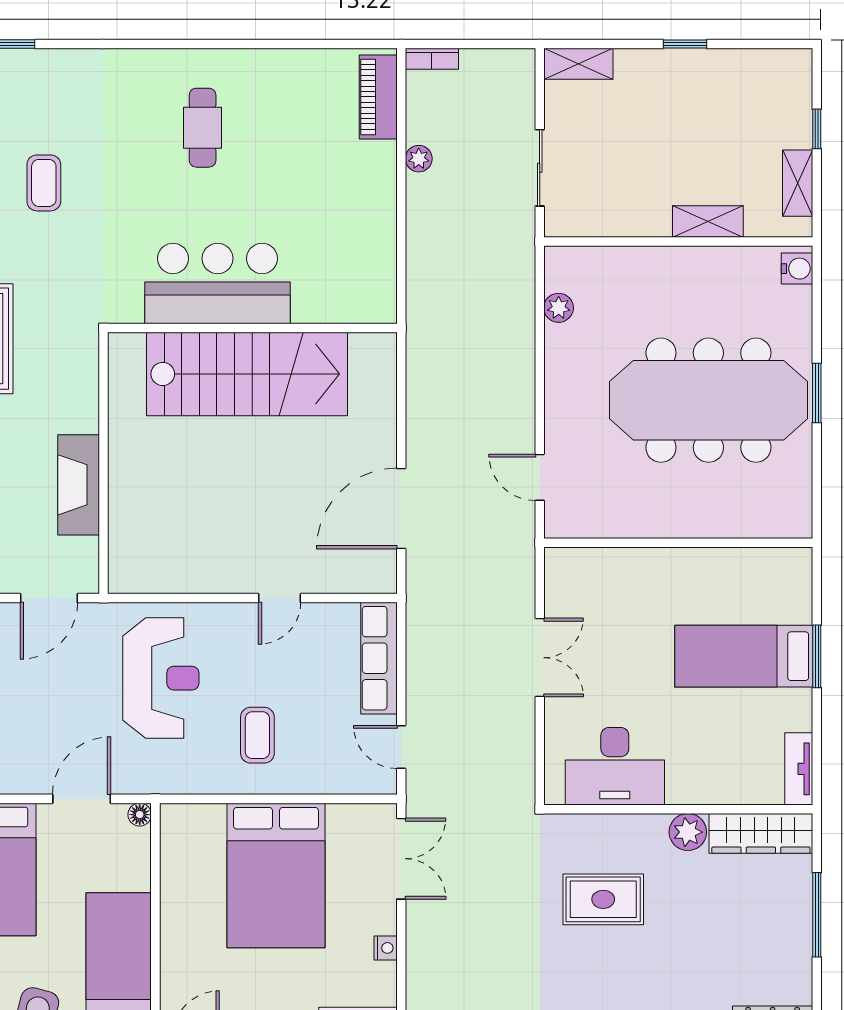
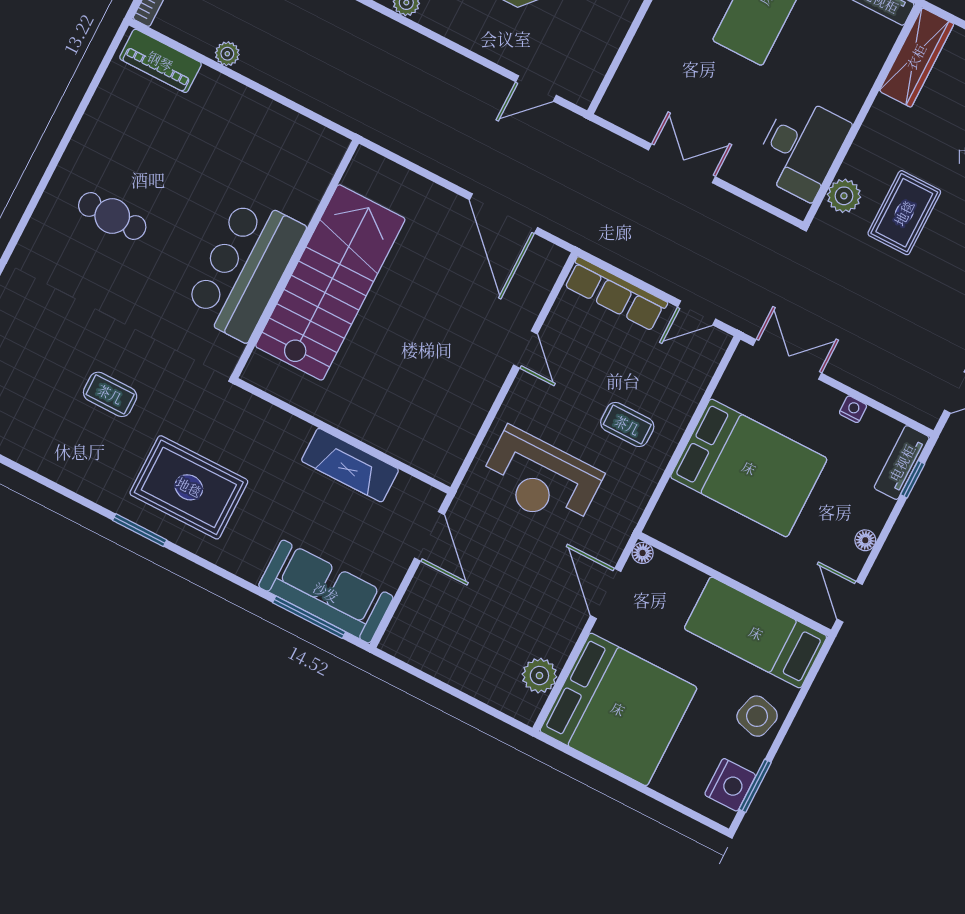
coffee table: (44, 183) -> (110, 394), moved
reception desk: (161, 678) -> (541, 479), turned 180
plant: (688, 832) -> (844, 196), moved

